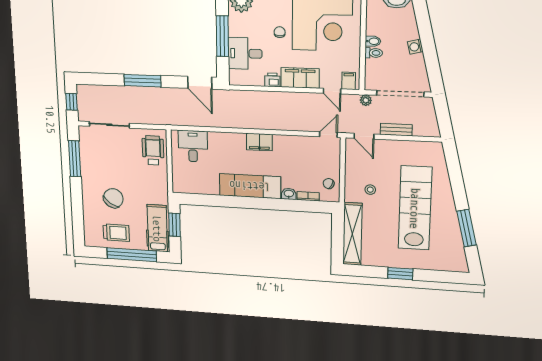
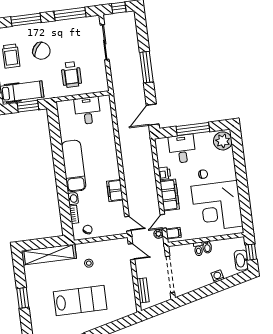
washing machine: (415, 47) -> (218, 276), moved
plant: (366, 100) -> (159, 234), moved
bench: (396, 130) -> (143, 290), moved
door: (364, 136) -> (131, 252), swing flipped
filing cabinet: (259, 142) -> (115, 191), moved
desk: (193, 146) -> (87, 111), moved, turned -90
wheelchair: (153, 150) -> (71, 75), moved, turned 90
lab bench: (415, 208) -> (80, 301), width x0.73
window: (77, 209) -> (26, 20), added

